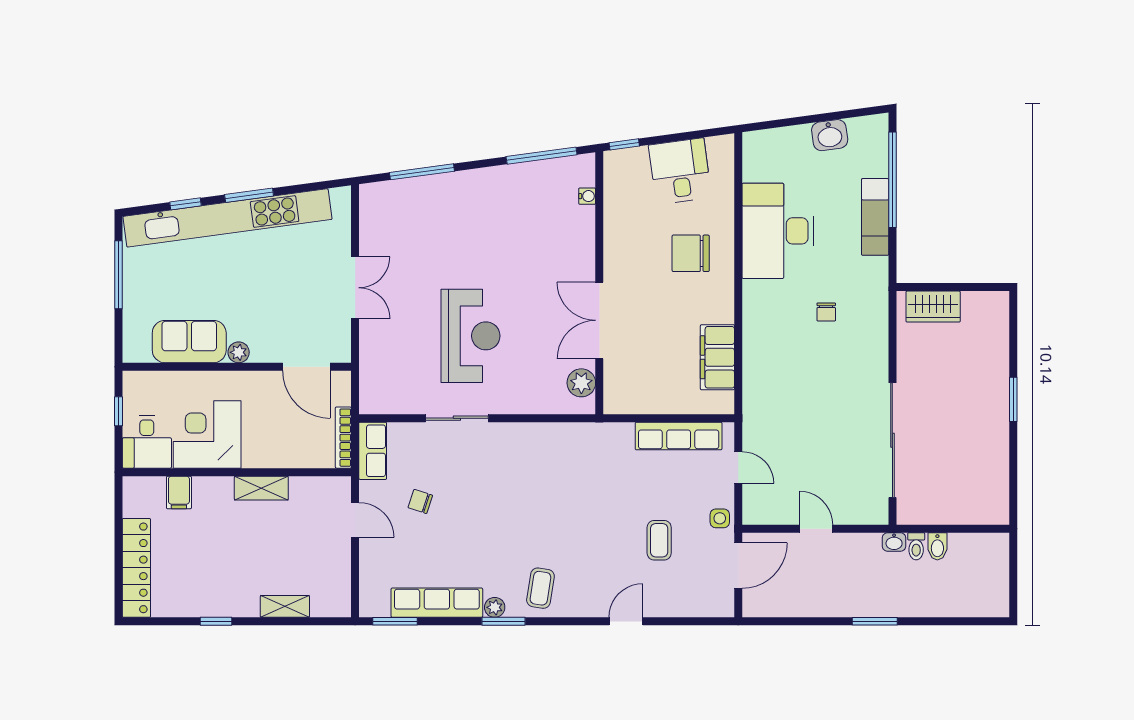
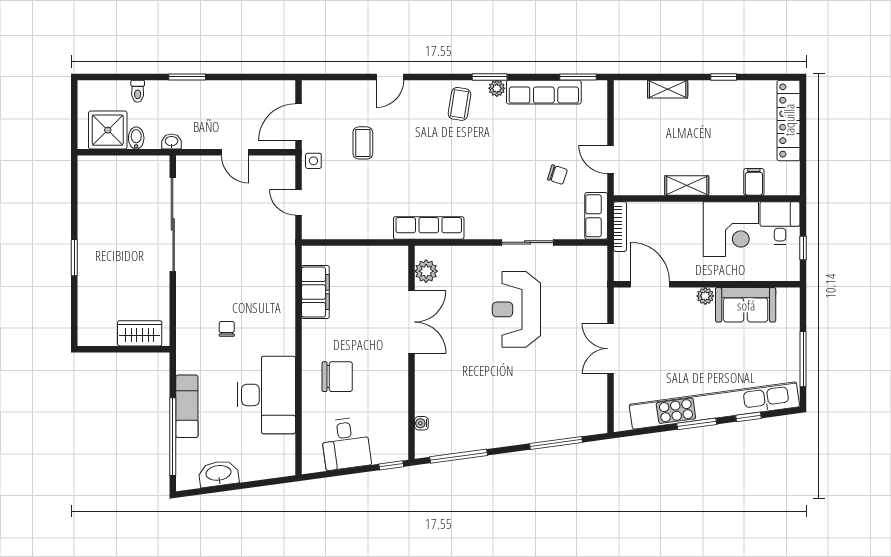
washbasin: (830, 135) -> (219, 474), width x1.38
row of seats: (679, 436) -> (429, 228), moved
toilet: (916, 546) -> (138, 91), moved, turned 180
shower: (972, 556) -> (108, 130), added

